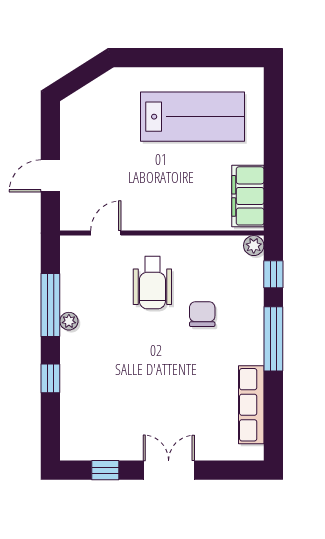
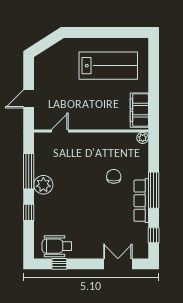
window: (273, 274) -> (154, 235), moved
wheelchair: (152, 283) -> (57, 246), moved, turned 90
plant: (69, 321) -> (43, 185), width x1.88, depth x1.88
row of seats: (251, 405) -> (141, 201), moved
double door: (169, 470) -> (118, 264), moved

